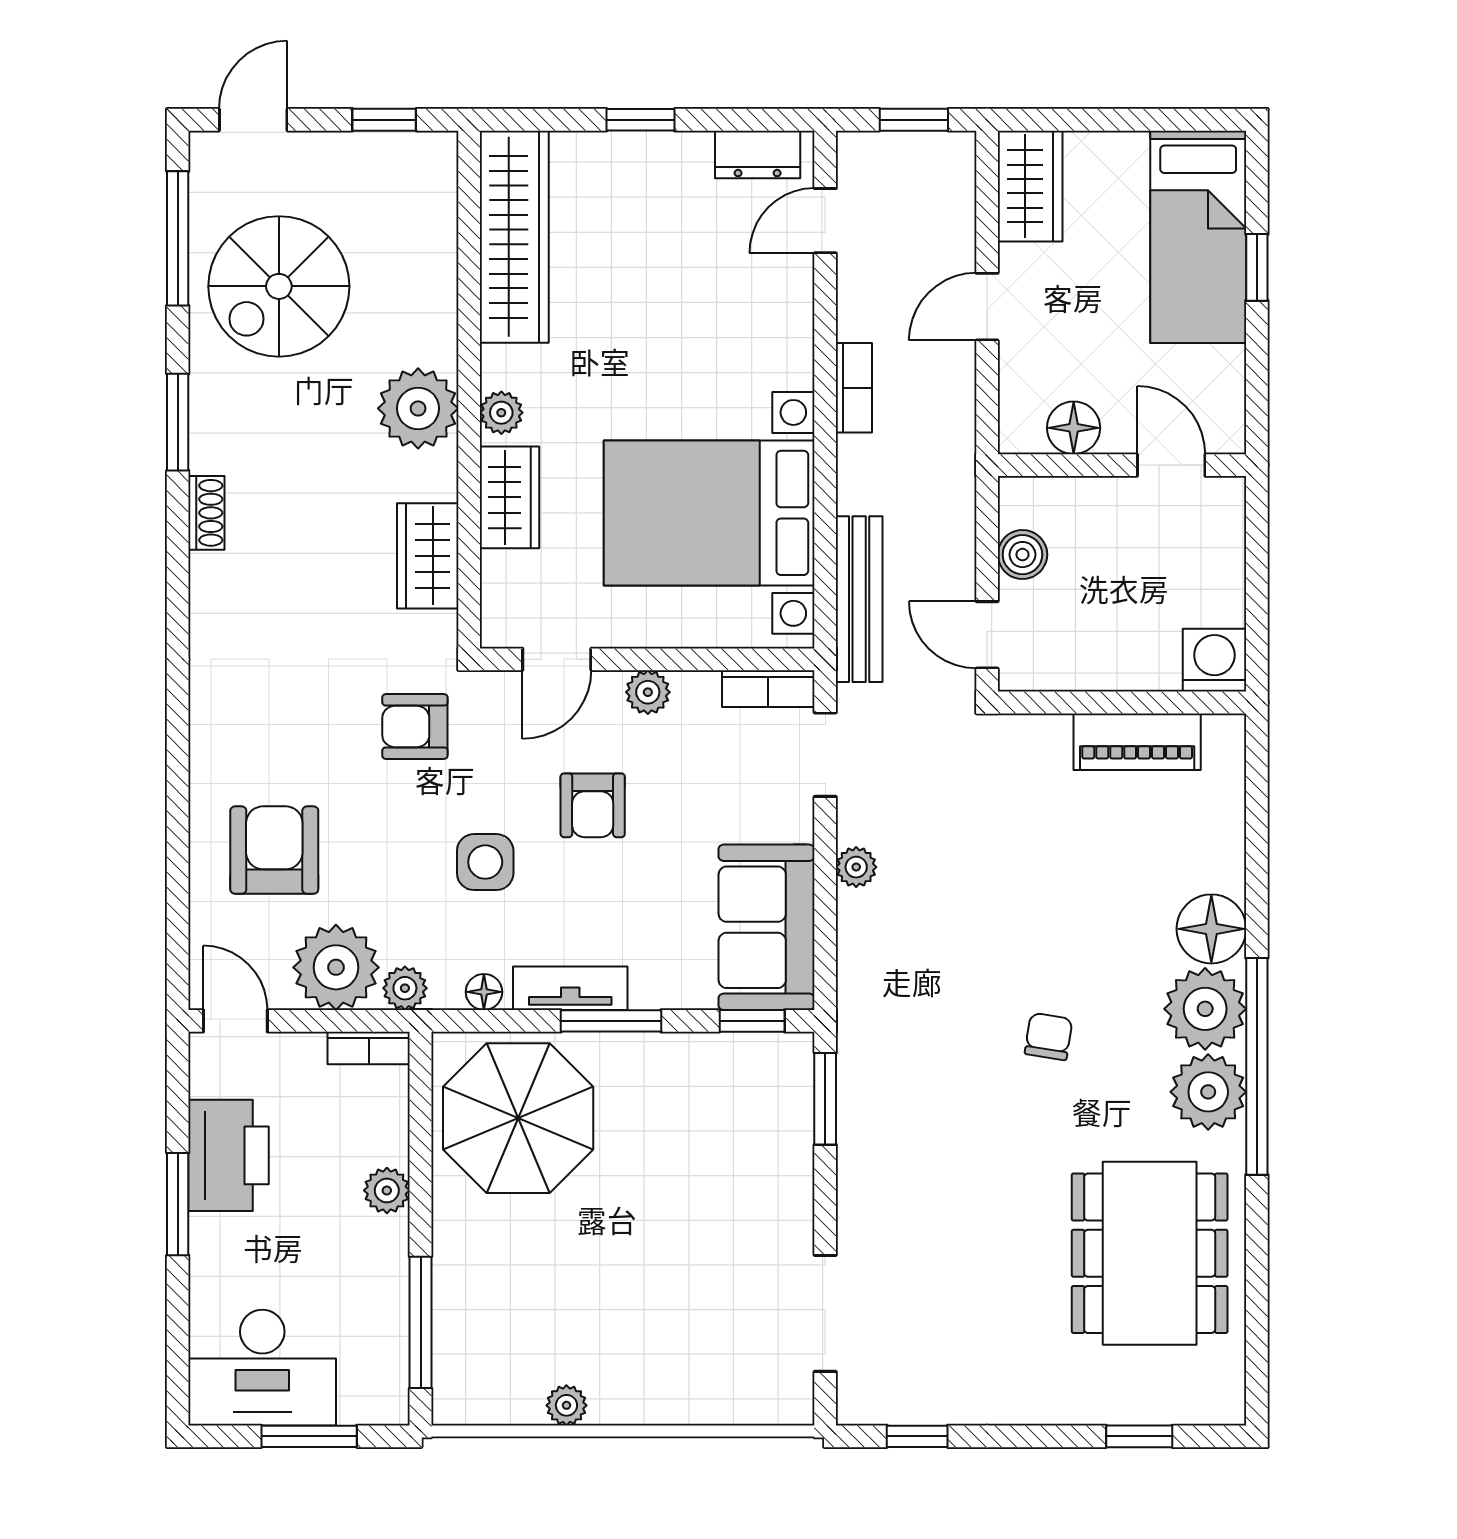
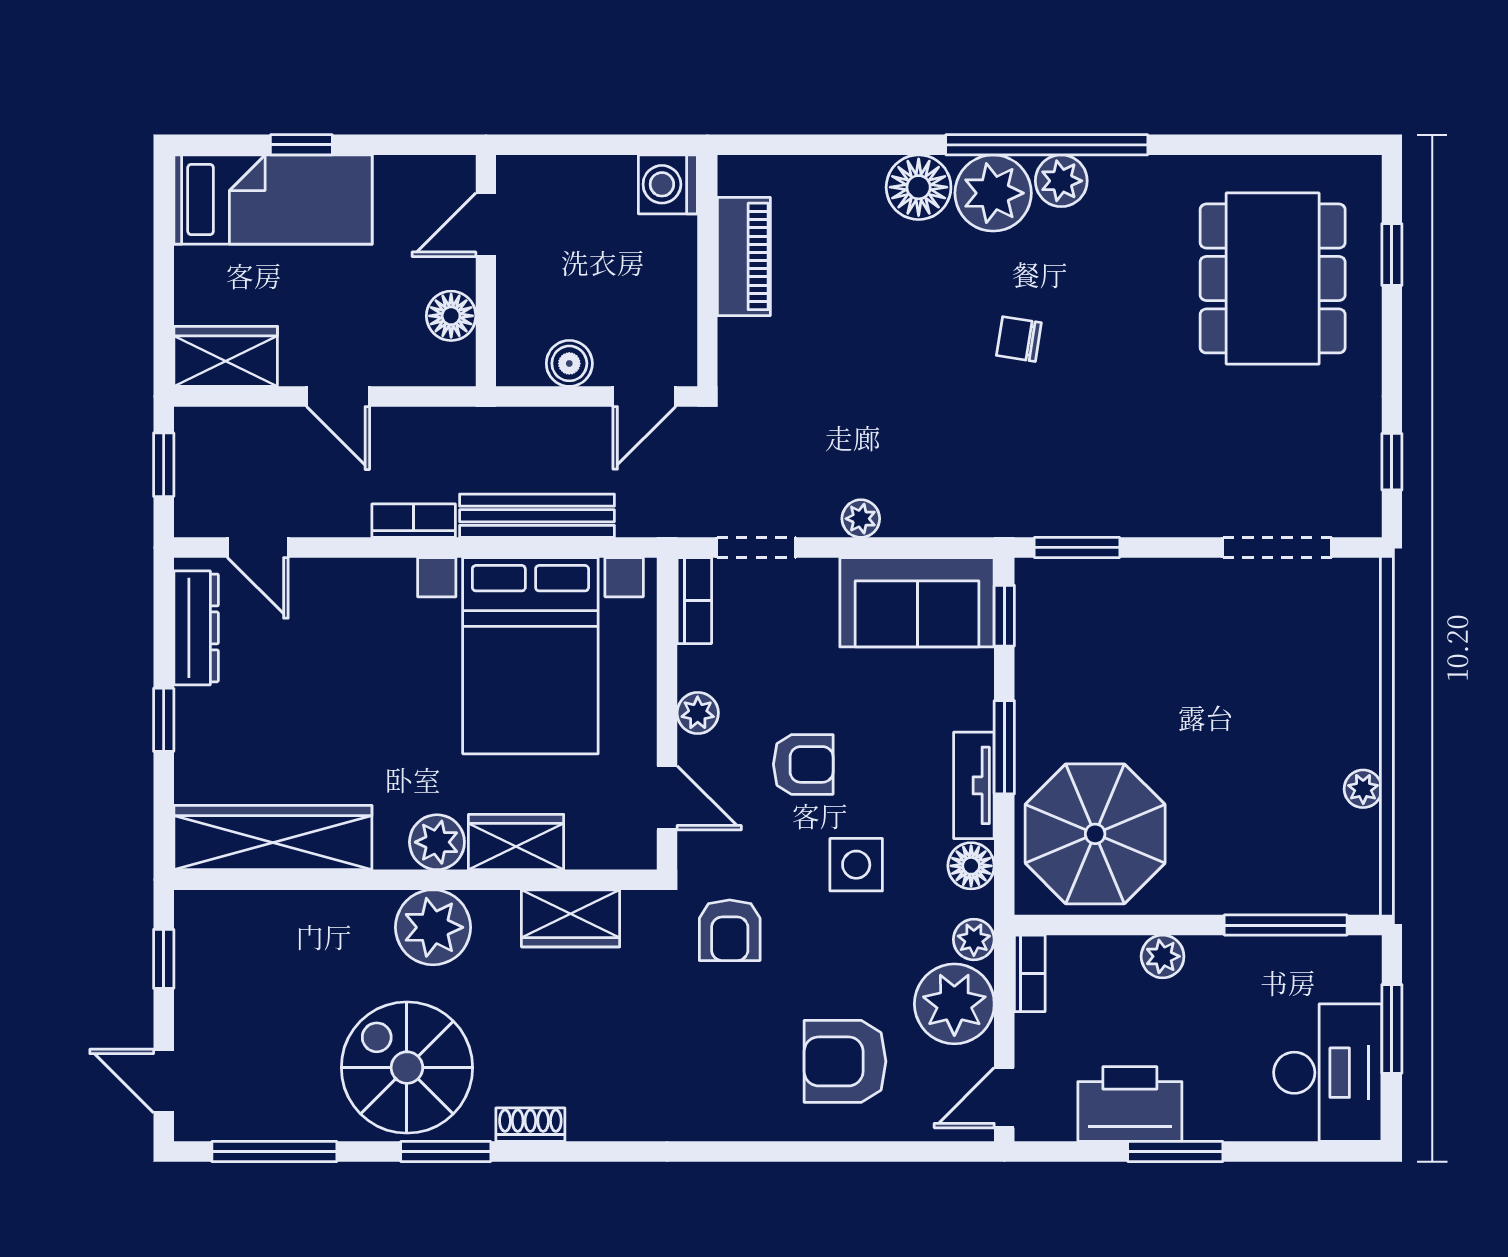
dresser: (758, 154) -> (196, 628), width x1.44
spiral stairs: (279, 286) -> (407, 1068), moved, turned 180
plant: (501, 413) -> (437, 842), width x1.38, depth x1.38
bench: (859, 599) -> (537, 516), moved
floor lamp: (484, 992) -> (971, 866), width x1.37, depth x1.37
plant: (1208, 1092) -> (1061, 181), width x0.73, depth x0.73
dining table: (1150, 1253) -> (1273, 278), moved, turned 90

